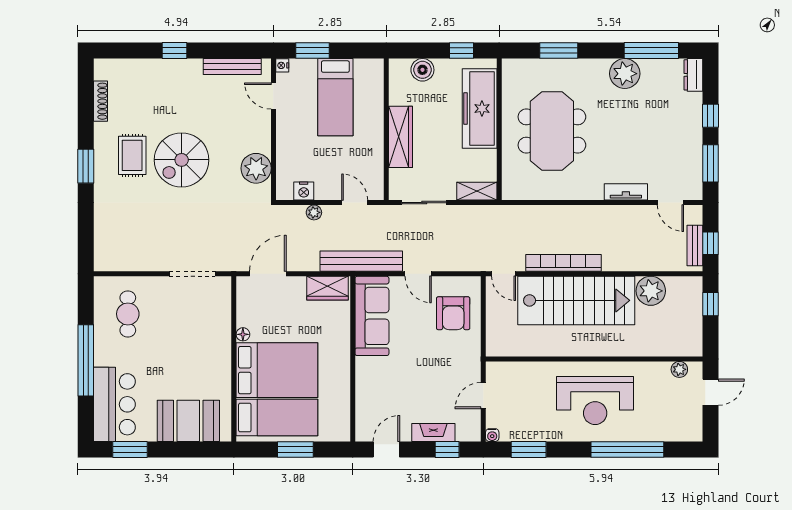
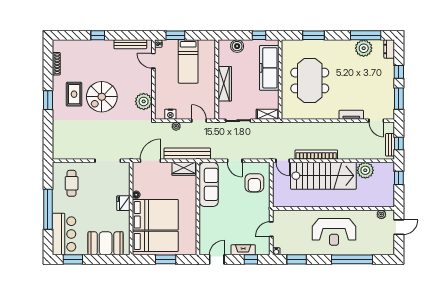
plant: (625, 74) -> (364, 48), moved
bench: (361, 261) -> (187, 154), moved
fridge: (220, 349) -> (123, 203), added

